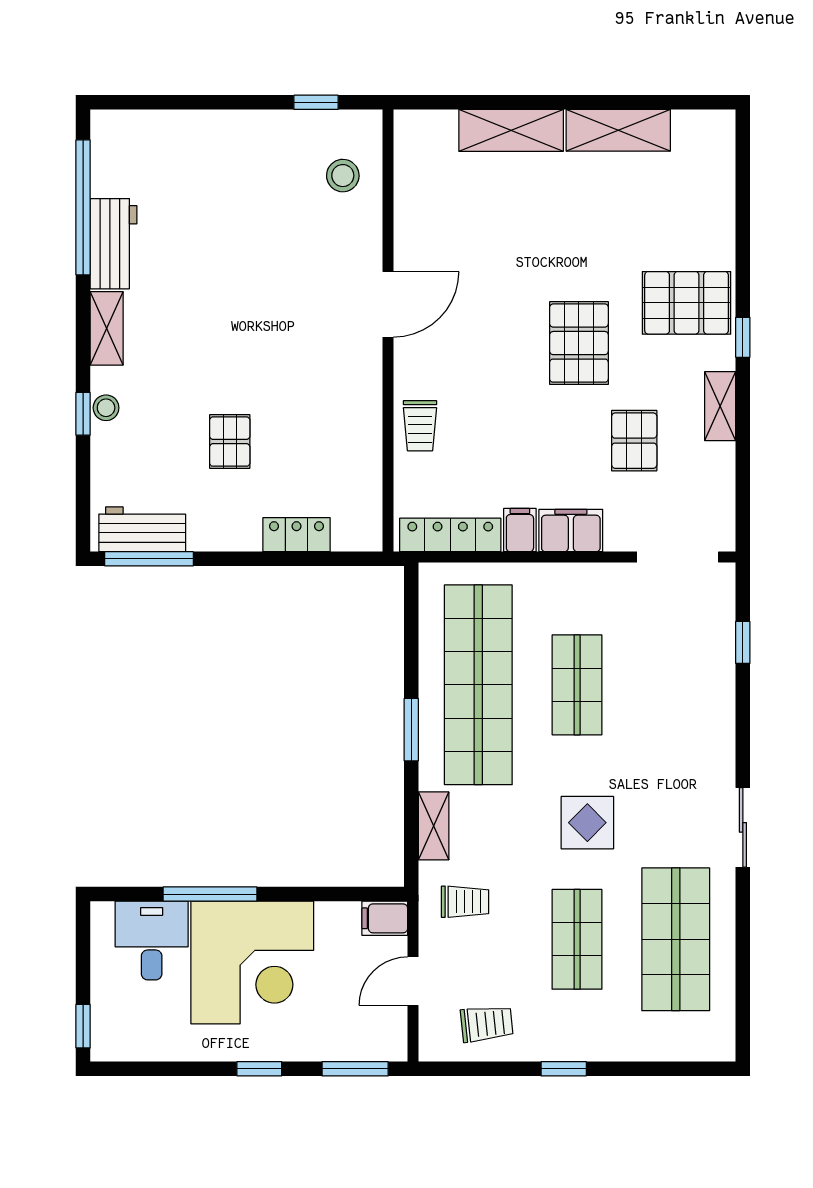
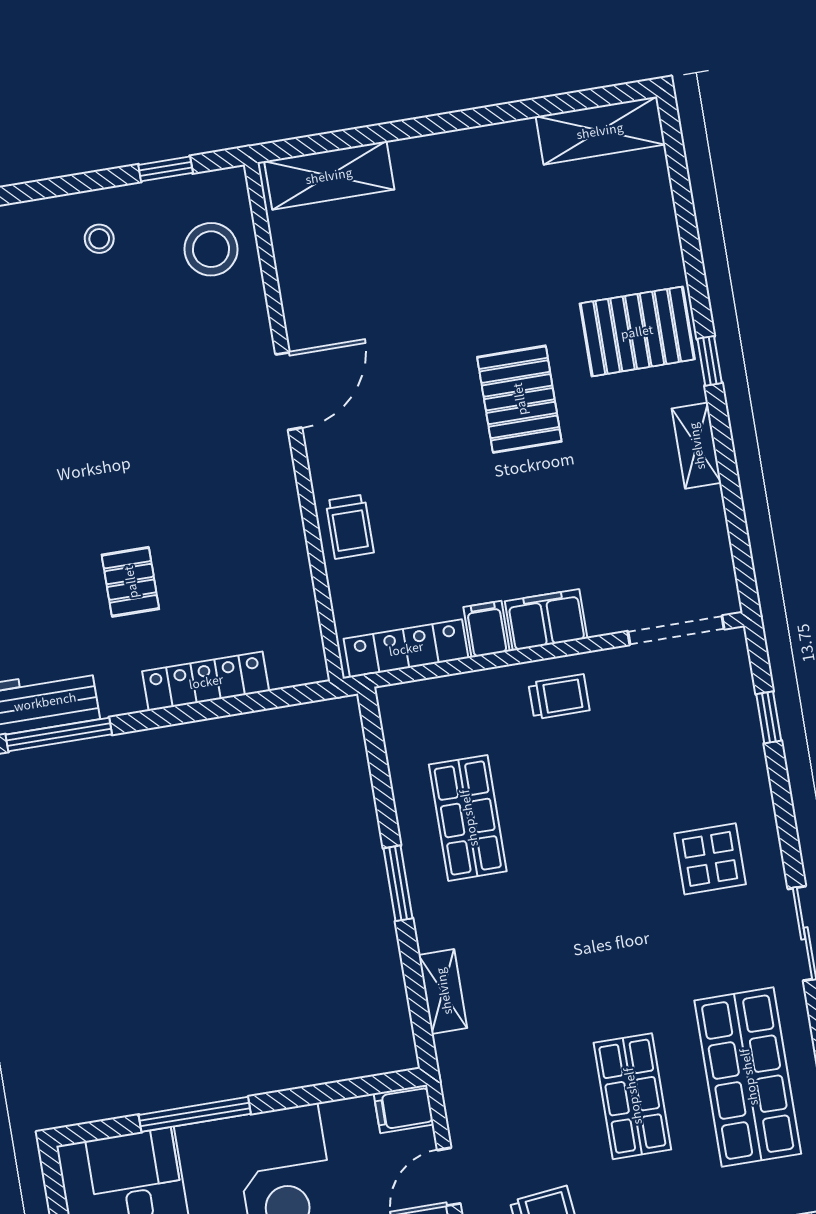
shelving: (511, 130) -> (329, 175), moved
shelving: (618, 130) -> (600, 130), moved
stool: (251, 151) -> (99, 239), added
stool: (343, 176) -> (211, 249), width x1.38, depth x1.38
pallet: (634, 441) -> (603, 503), removed
locker: (296, 535) -> (206, 681), width x1.53
shop shelf: (478, 685) -> (468, 818), width x0.50, depth x0.74
shop shelf: (577, 685) -> (583, 799), removed
display table: (587, 823) -> (710, 859), moved
trolley: (465, 902) -> (559, 697), moved

